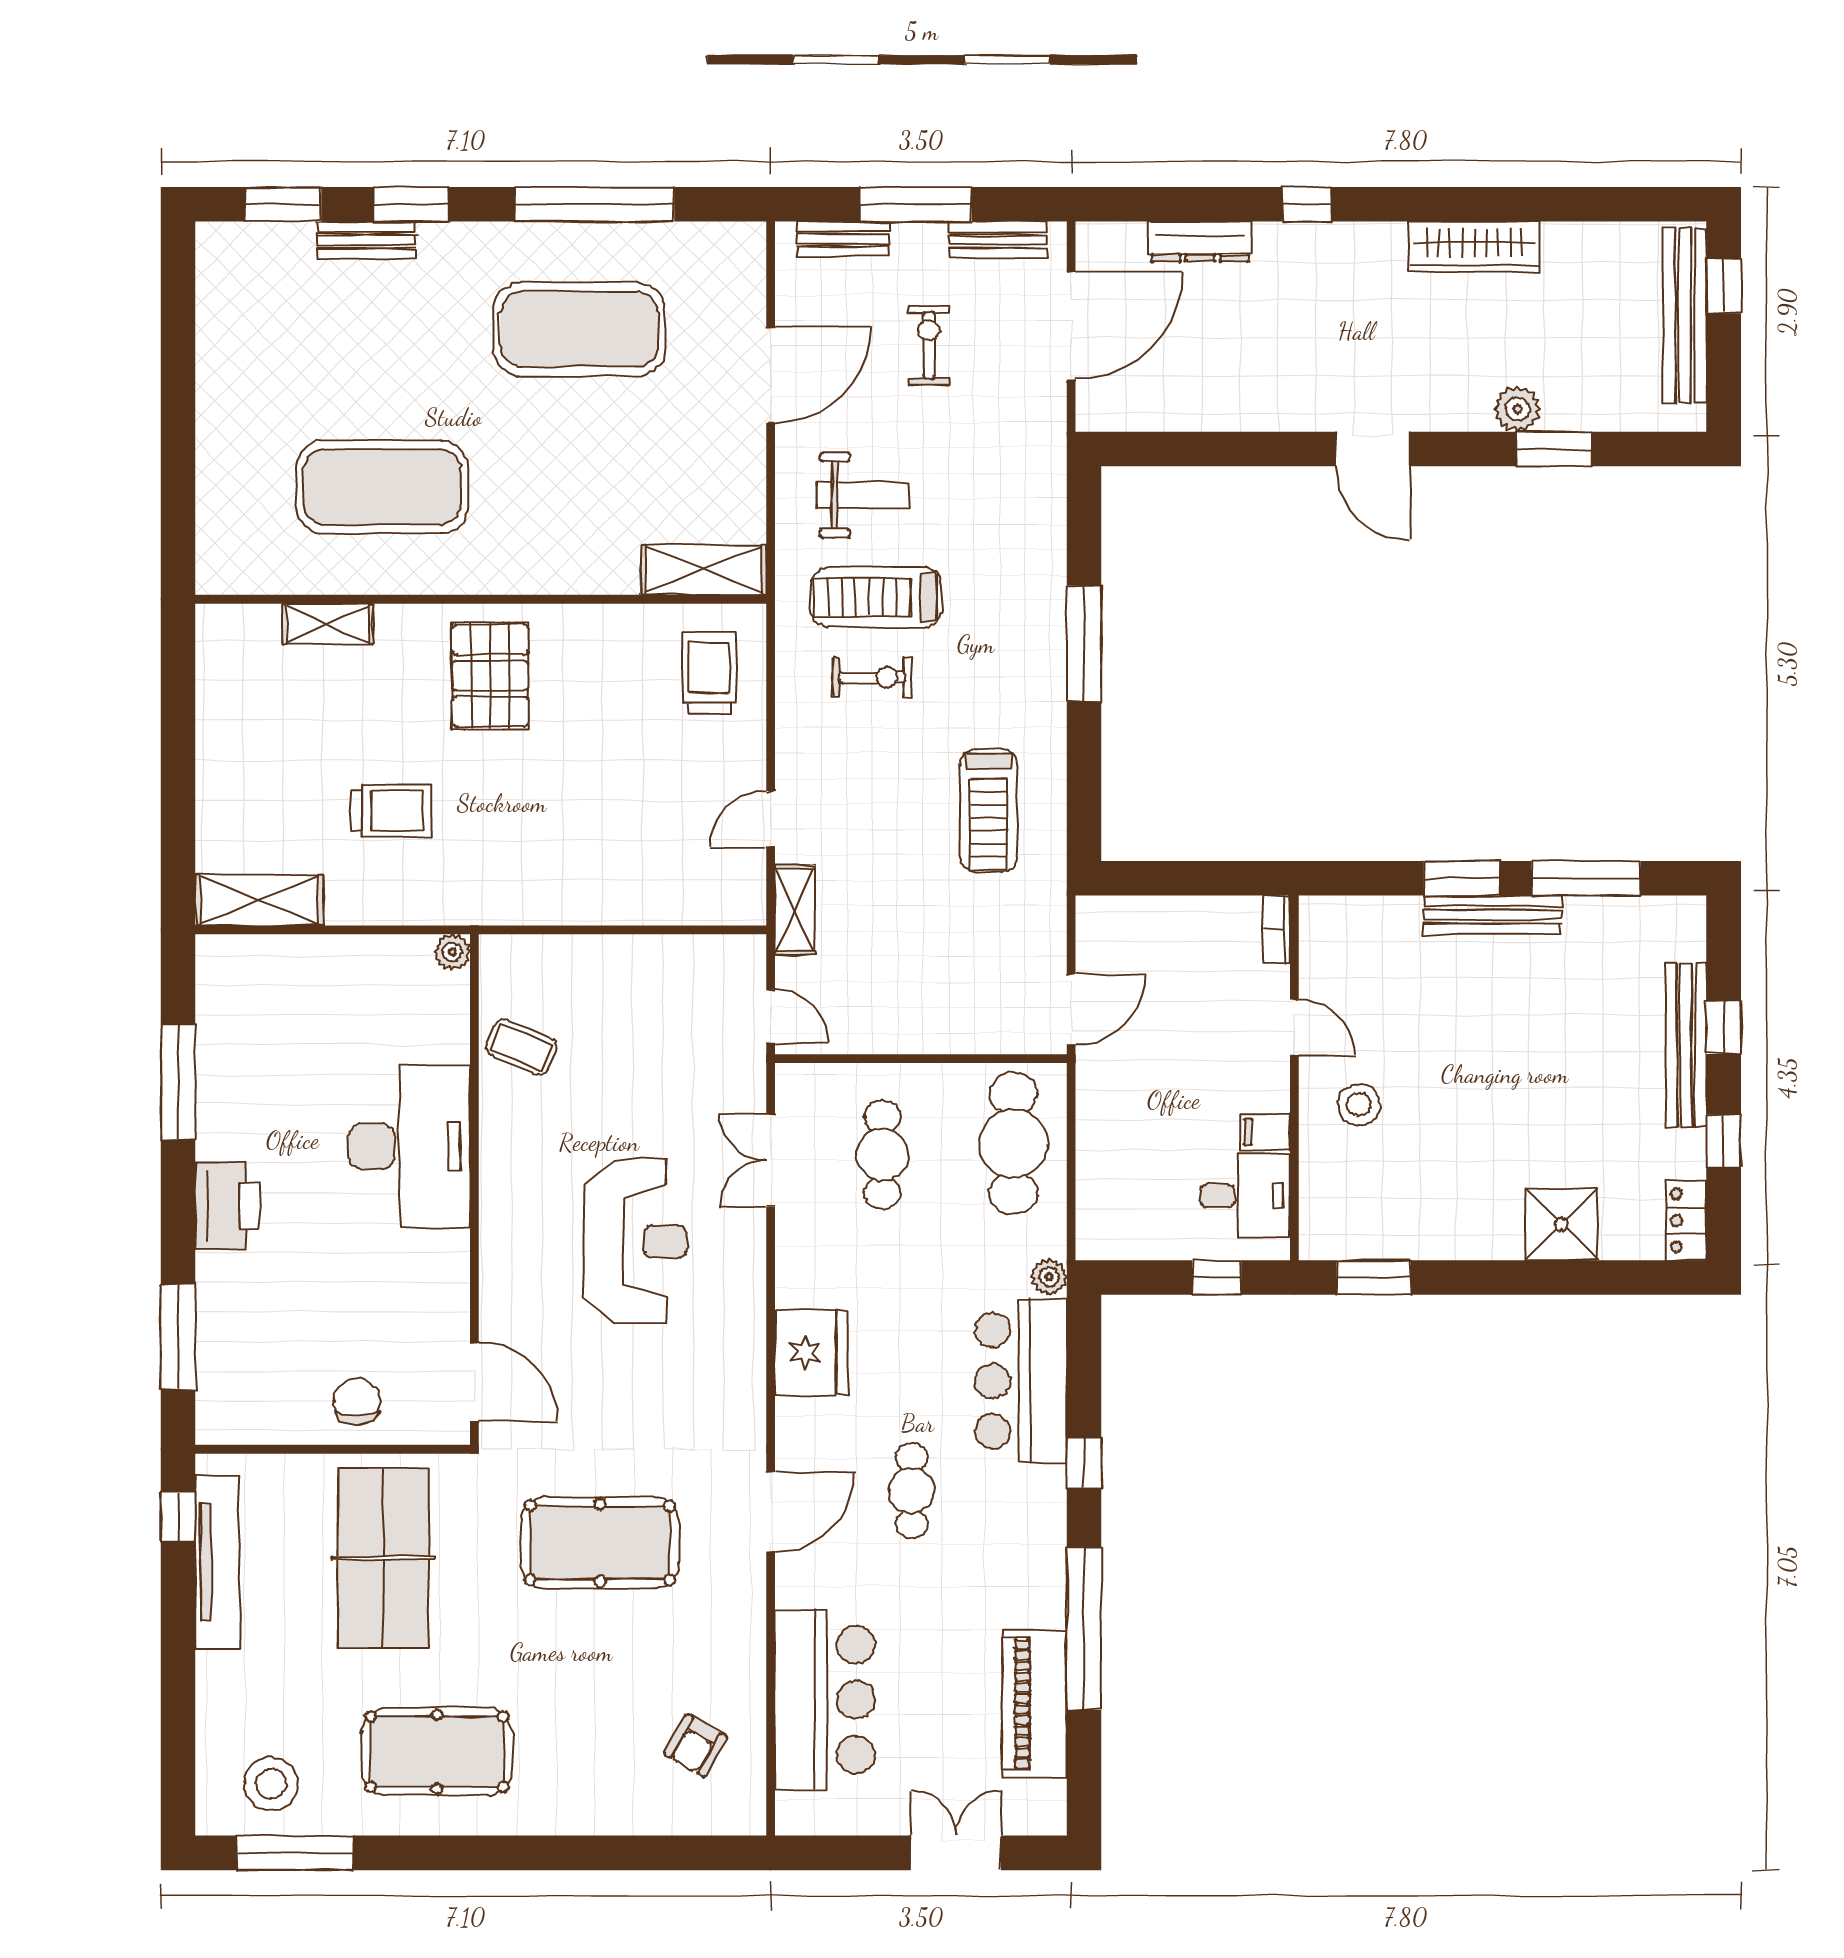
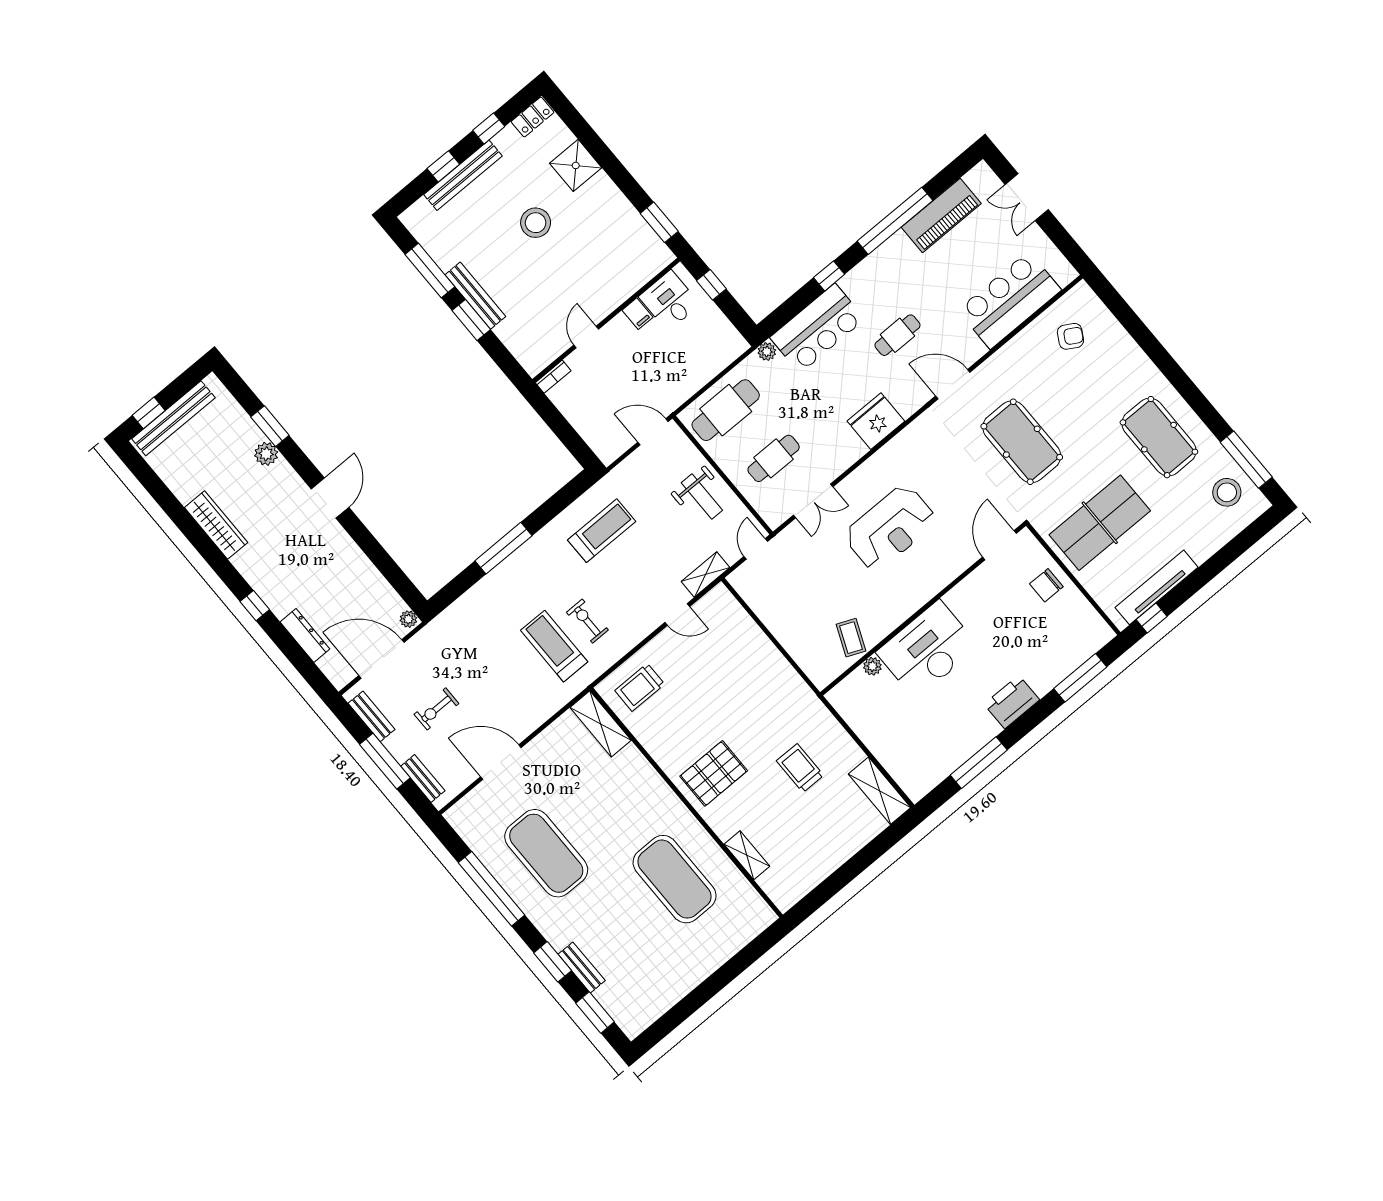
plant: (1097, 415) -> (408, 619), added
weight bench: (863, 495) -> (702, 497), moved, turned 180
treadmill: (876, 597) -> (554, 646), turned 180
plant: (452, 952) -> (872, 666), moved
stool: (1359, 1105) -> (536, 223), moved, width x1.38, depth x1.38
reception desk: (635, 1241) -> (890, 528), turned 180

